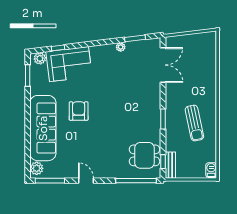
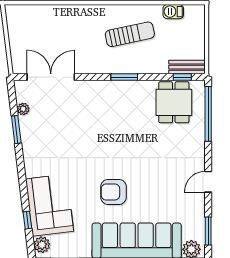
window: (135, 38) -> (16, 130), moved
plant: (121, 47) -> (23, 109), moved
barbecue: (211, 170) -> (173, 12), moved
window: (50, 181) -> (208, 231), width x0.69

